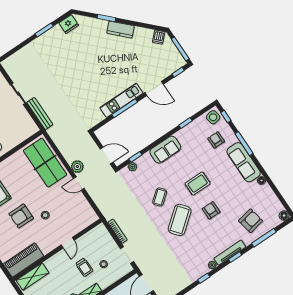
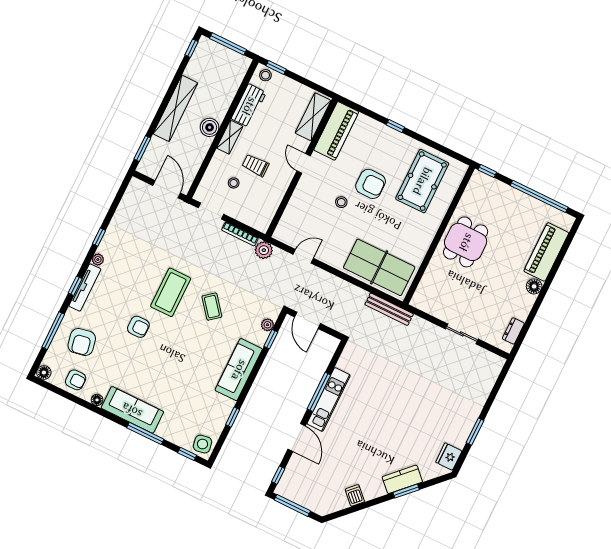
kitchen counter: (120, 30) -> (402, 479), moved
dishwasher: (159, 37) -> (355, 495), moved
door: (154, 88) -> (297, 438), swing flipped
bench: (40, 114) -> (389, 309), moved
armchair: (216, 140) -> (76, 380), moved
sofa: (165, 150) -> (239, 370), width x1.36
door: (107, 155) -> (308, 320), hinge flipped
plant: (77, 167) -> (264, 250), moved
door: (79, 184) -> (303, 256), moved
rug: (198, 184) -> (174, 350), removed
armchair: (21, 216) -> (371, 184), turned 90
coffee table: (180, 220) -> (171, 292), turned 39
door: (68, 243) -> (304, 163), moved

